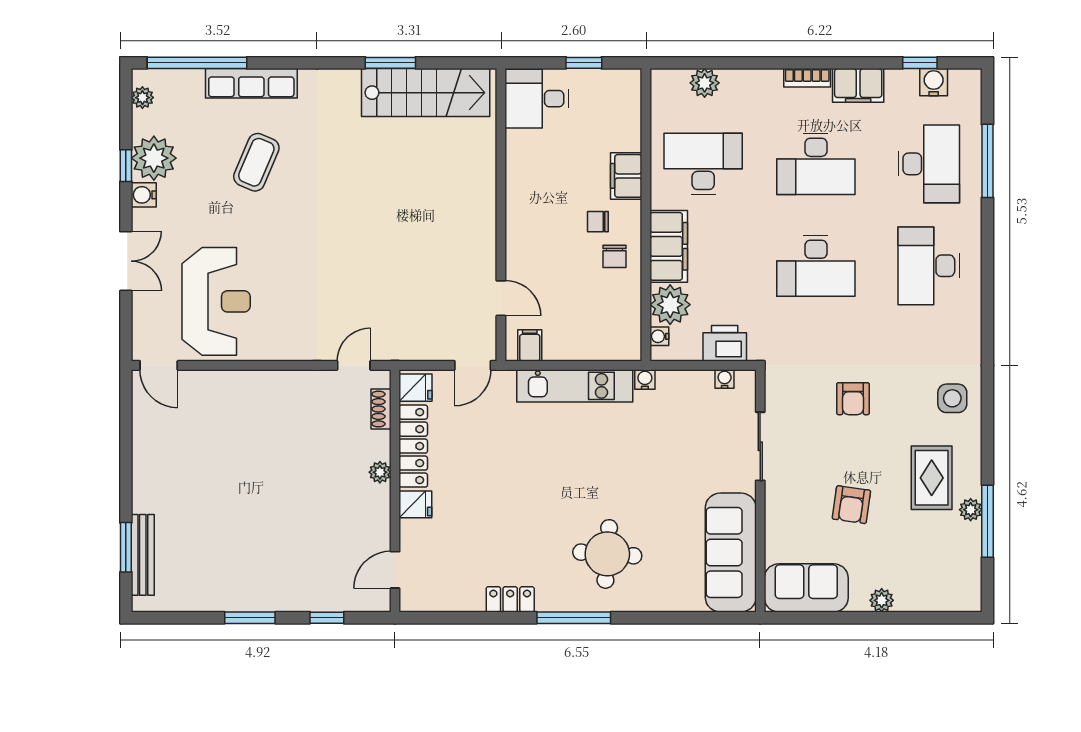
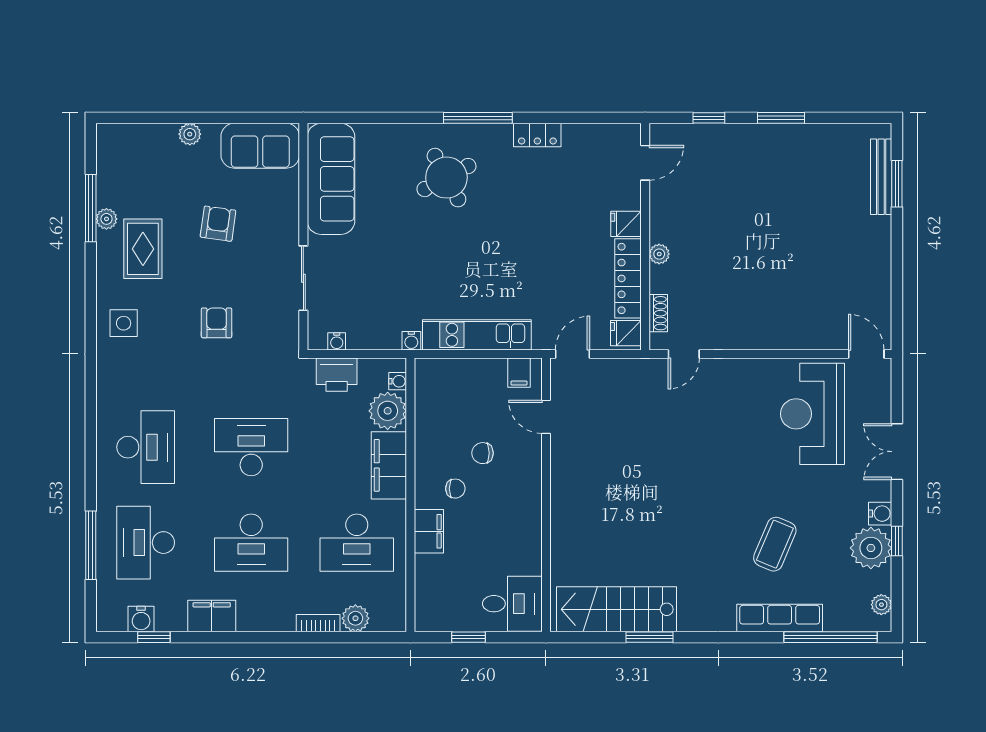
bookcase: (807, 78) -> (318, 623), moved
desk: (816, 164) -> (251, 543), turned 180
chair: (615, 256) -> (483, 453), moved, turned -90
round table: (607, 554) -> (446, 178), turned -32

